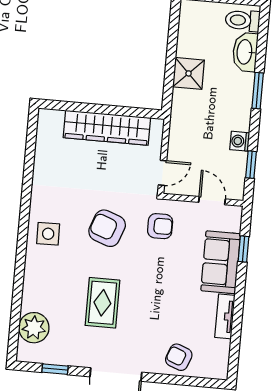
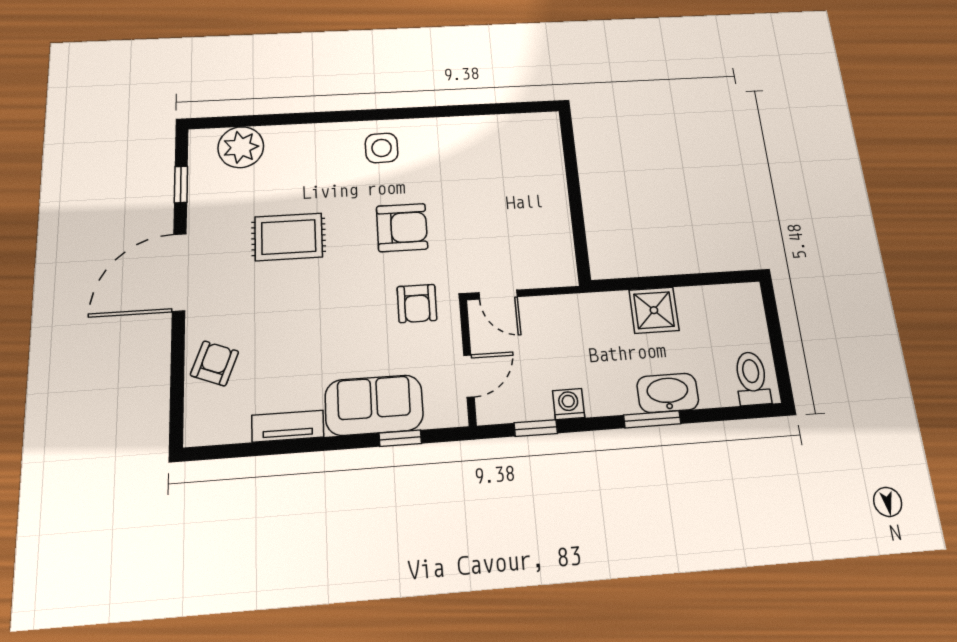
washbasin: (245, 52) -> (668, 393), moved
wardrobe: (107, 128) -> (549, 206), removed
armchair: (107, 228) -> (402, 228), turned 70

